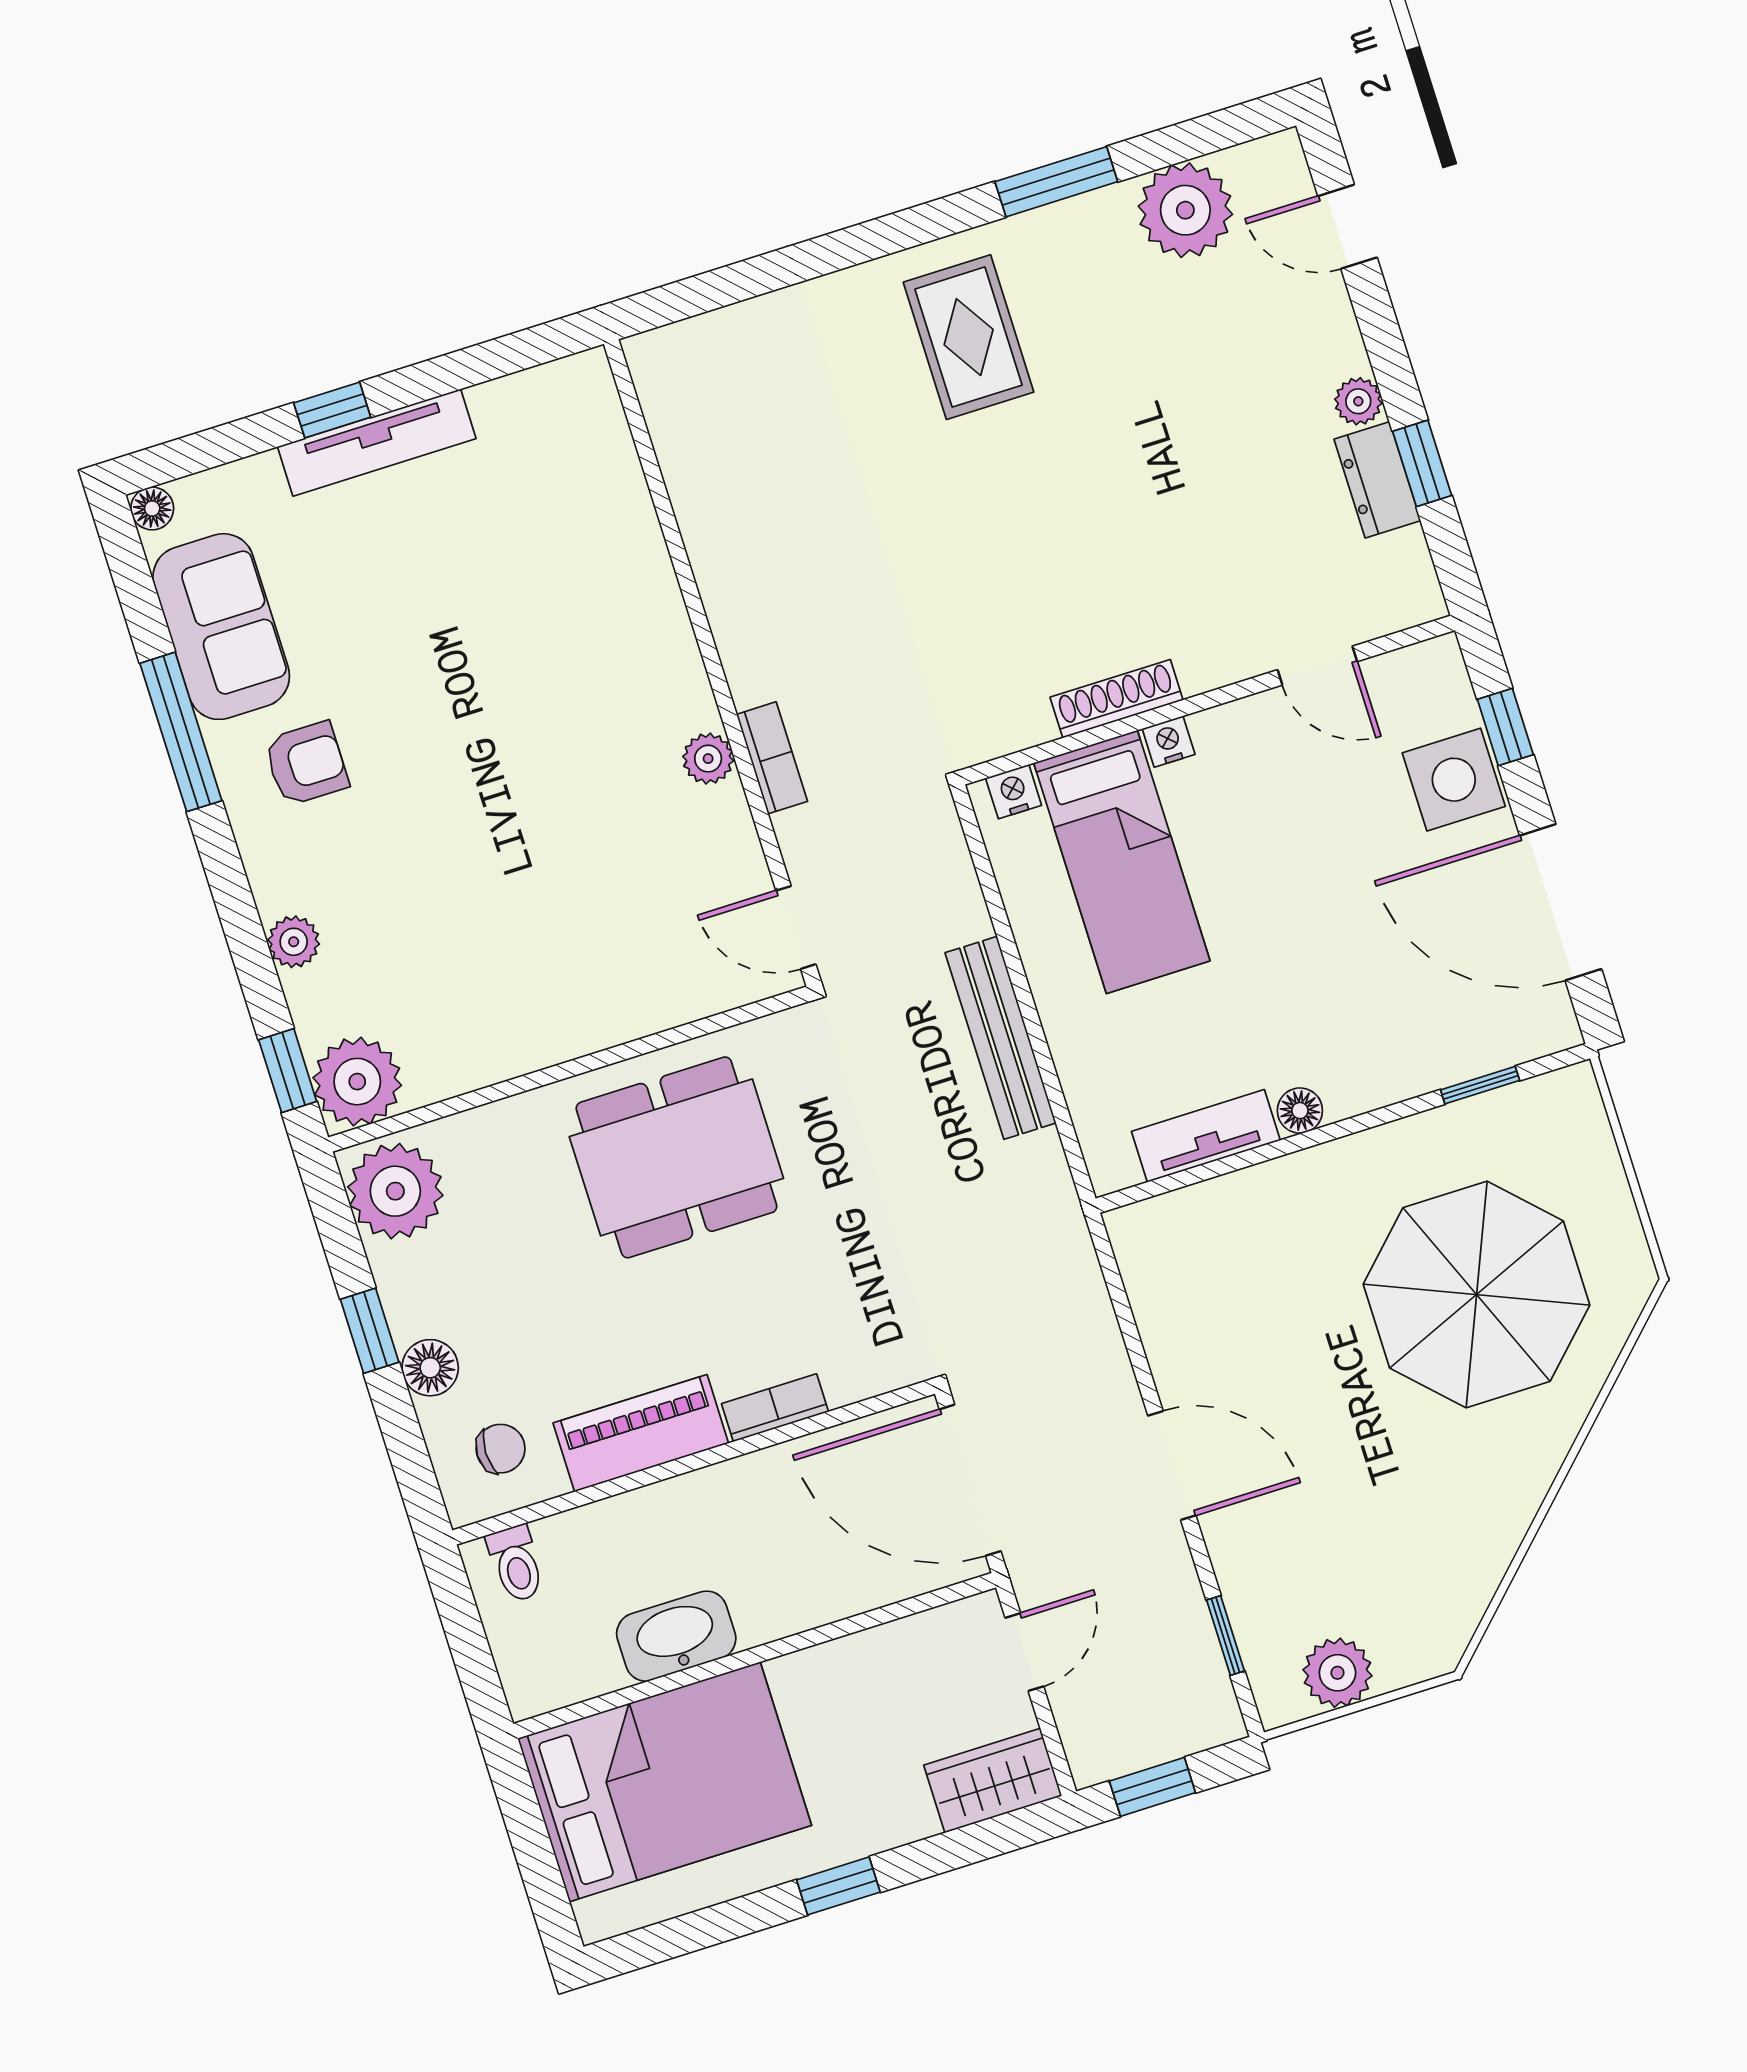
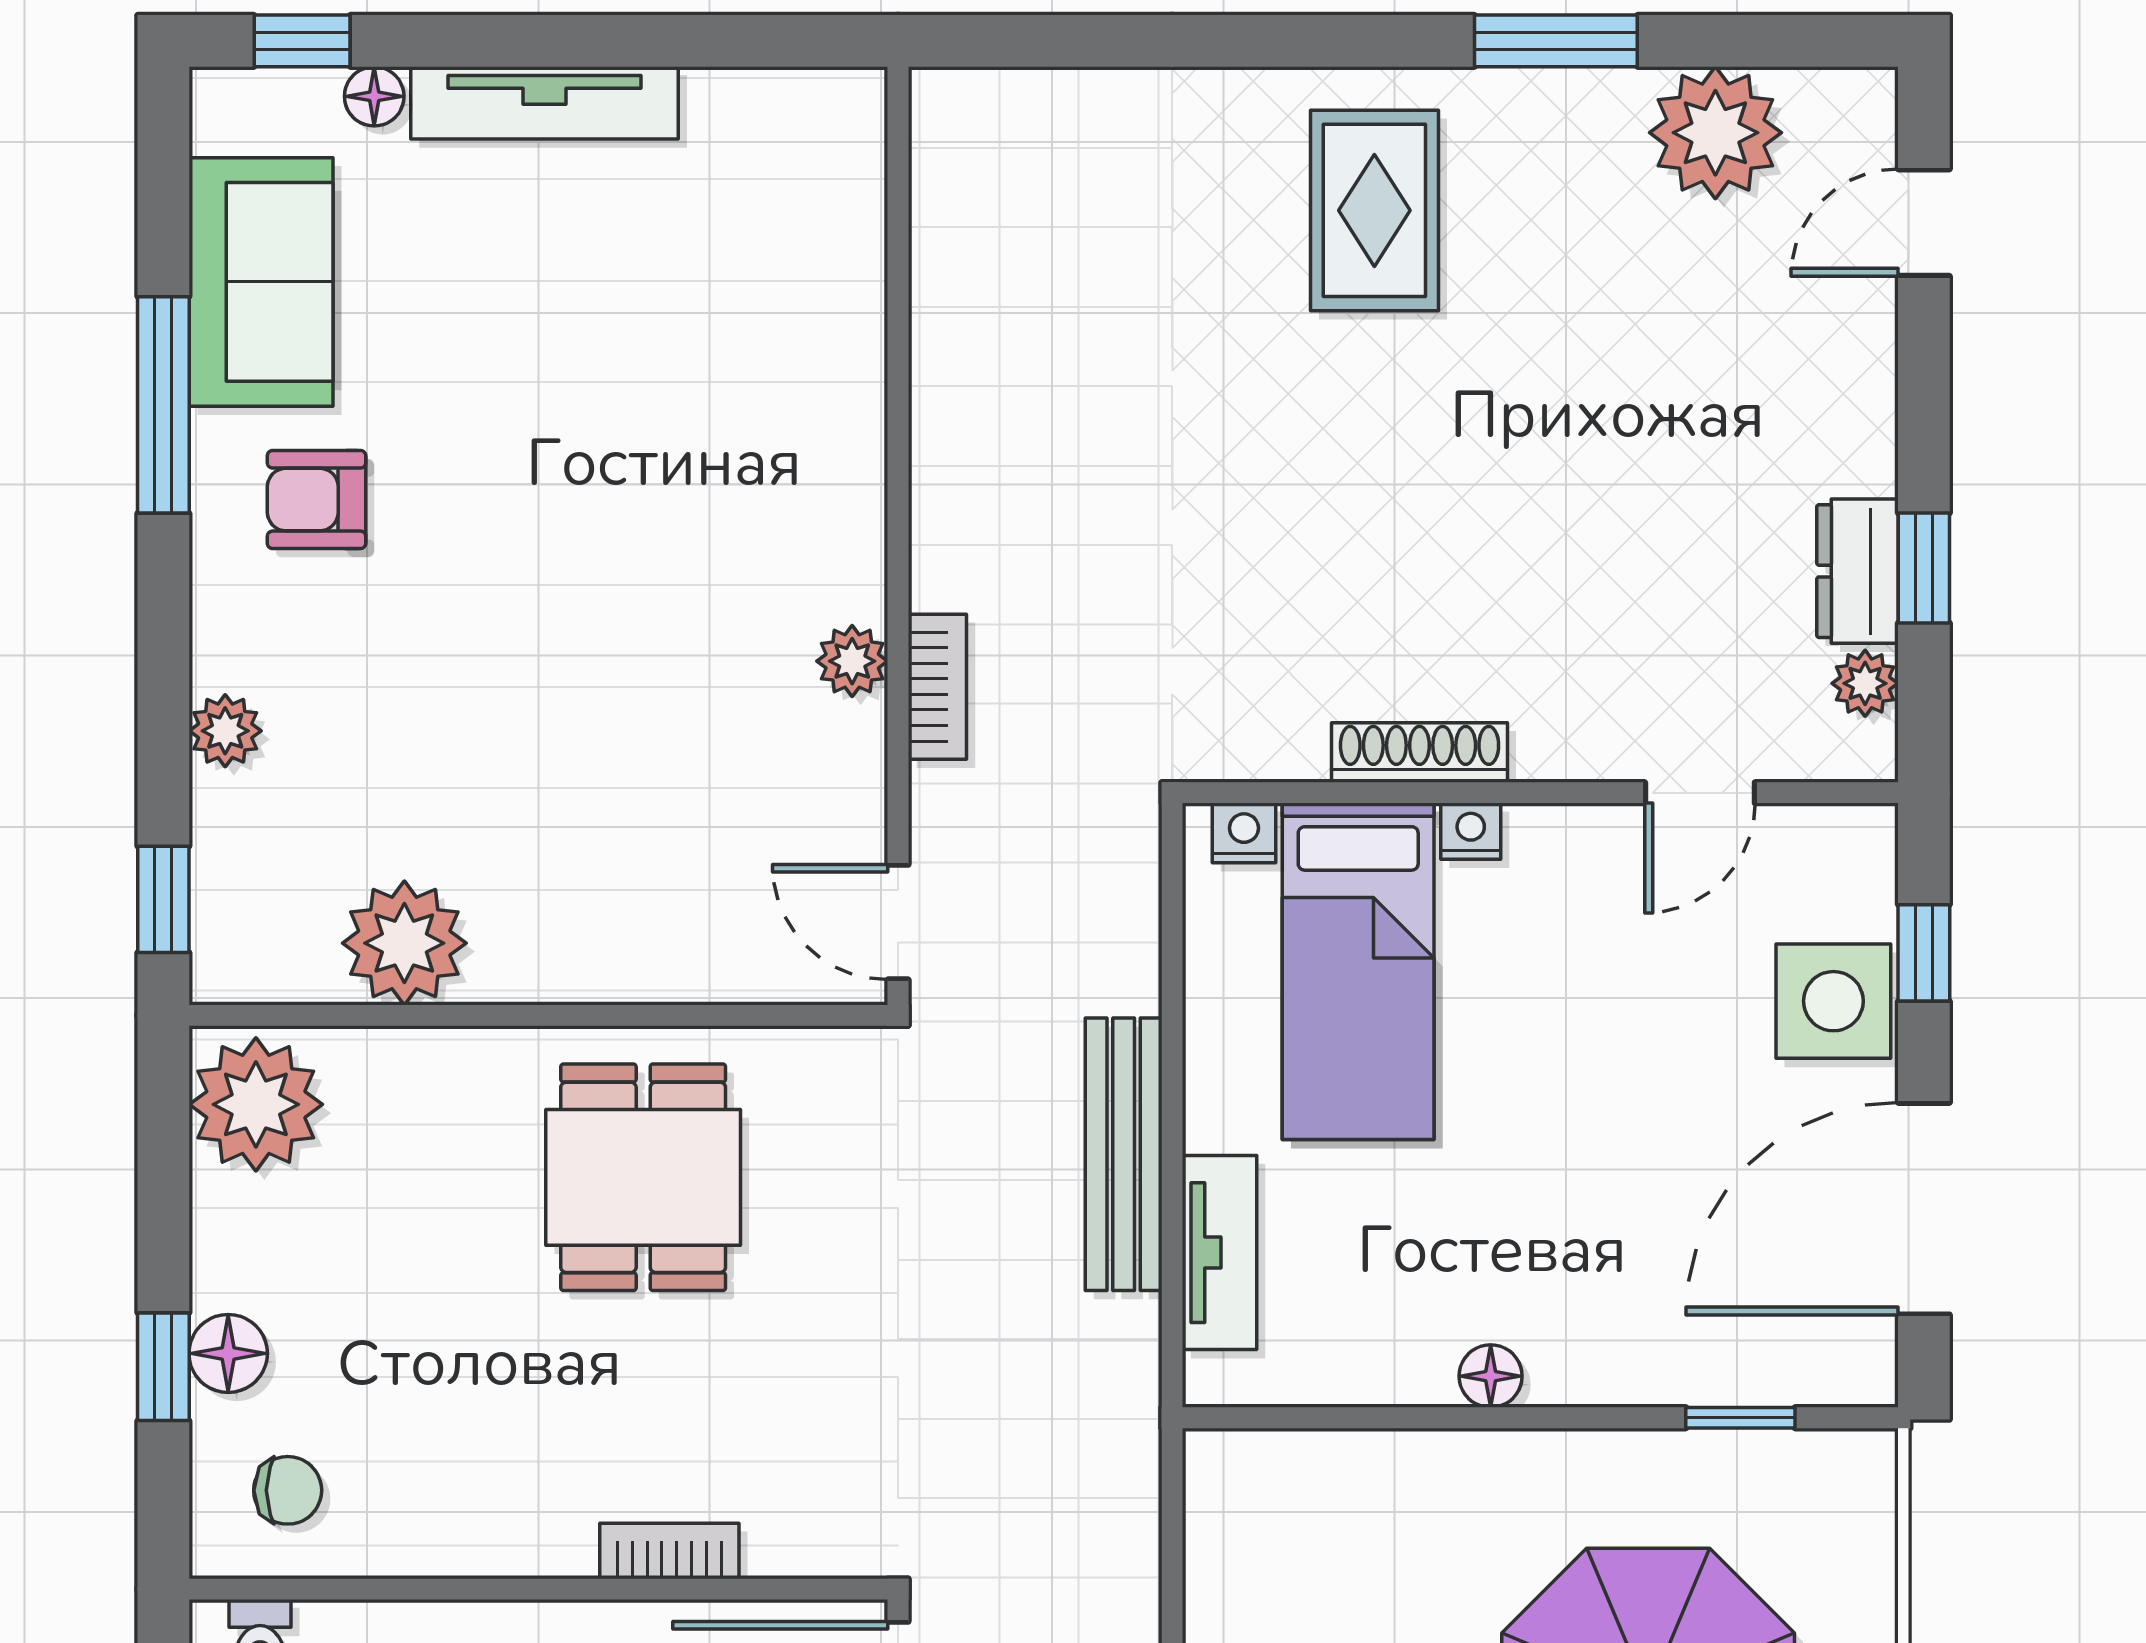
door: (1348, 227) -> (1924, 223), hinge flipped
plant: (1358, 401) -> (1865, 683), moved
window: (332, 410) -> (302, 41), moved
floor lamp: (152, 508) -> (374, 96), moved
door: (1317, 666) -> (1700, 793), hinge flipped
armchair: (306, 764) -> (317, 500), turned 180
door: (1561, 902) -> (1924, 1209), hinge flipped
plant: (357, 1082) -> (404, 943), moved
tv unit: (1206, 1136) -> (1219, 1253), moved, turned 90
dining table: (676, 1157) -> (643, 1177), width x0.73
window: (370, 1331) -> (163, 1367), moved
piano: (641, 1433) -> (480, 1528), removed

